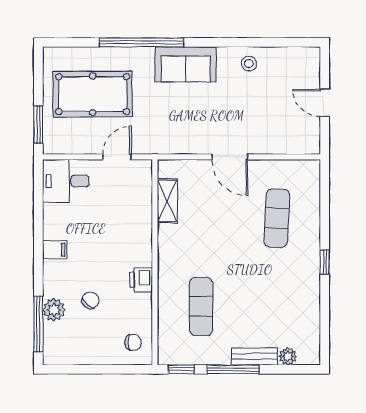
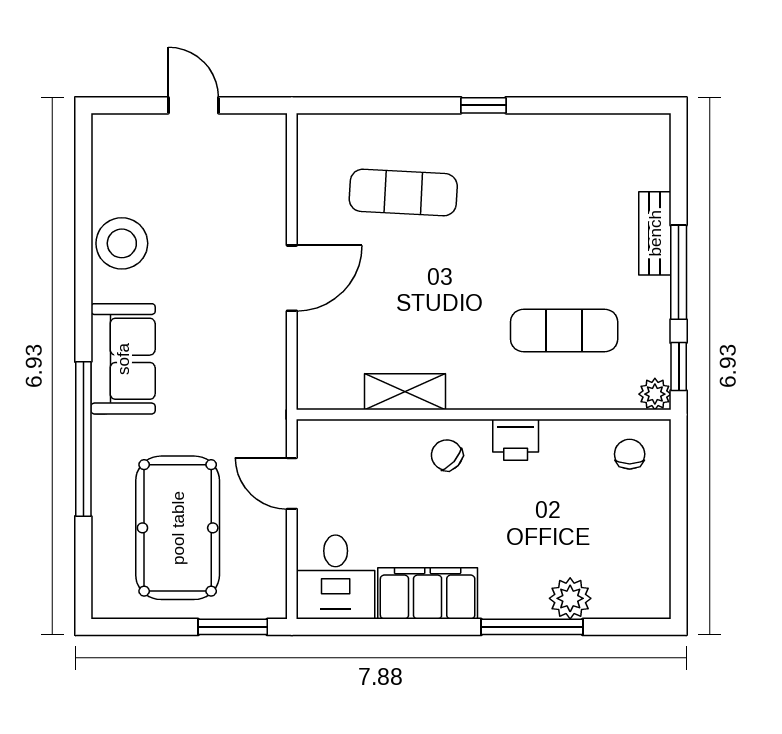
stool: (249, 64) -> (122, 243), width x1.89, depth x1.89
door: (325, 103) -> (193, 105), swing flipped
shelving: (167, 201) -> (405, 392), moved
filing cabinet: (55, 250) -> (428, 593), width x3.00, depth x1.17
chair: (90, 300) -> (447, 455), moved
window: (38, 324) -> (532, 627), moved
plant: (288, 356) -> (655, 394), moved

